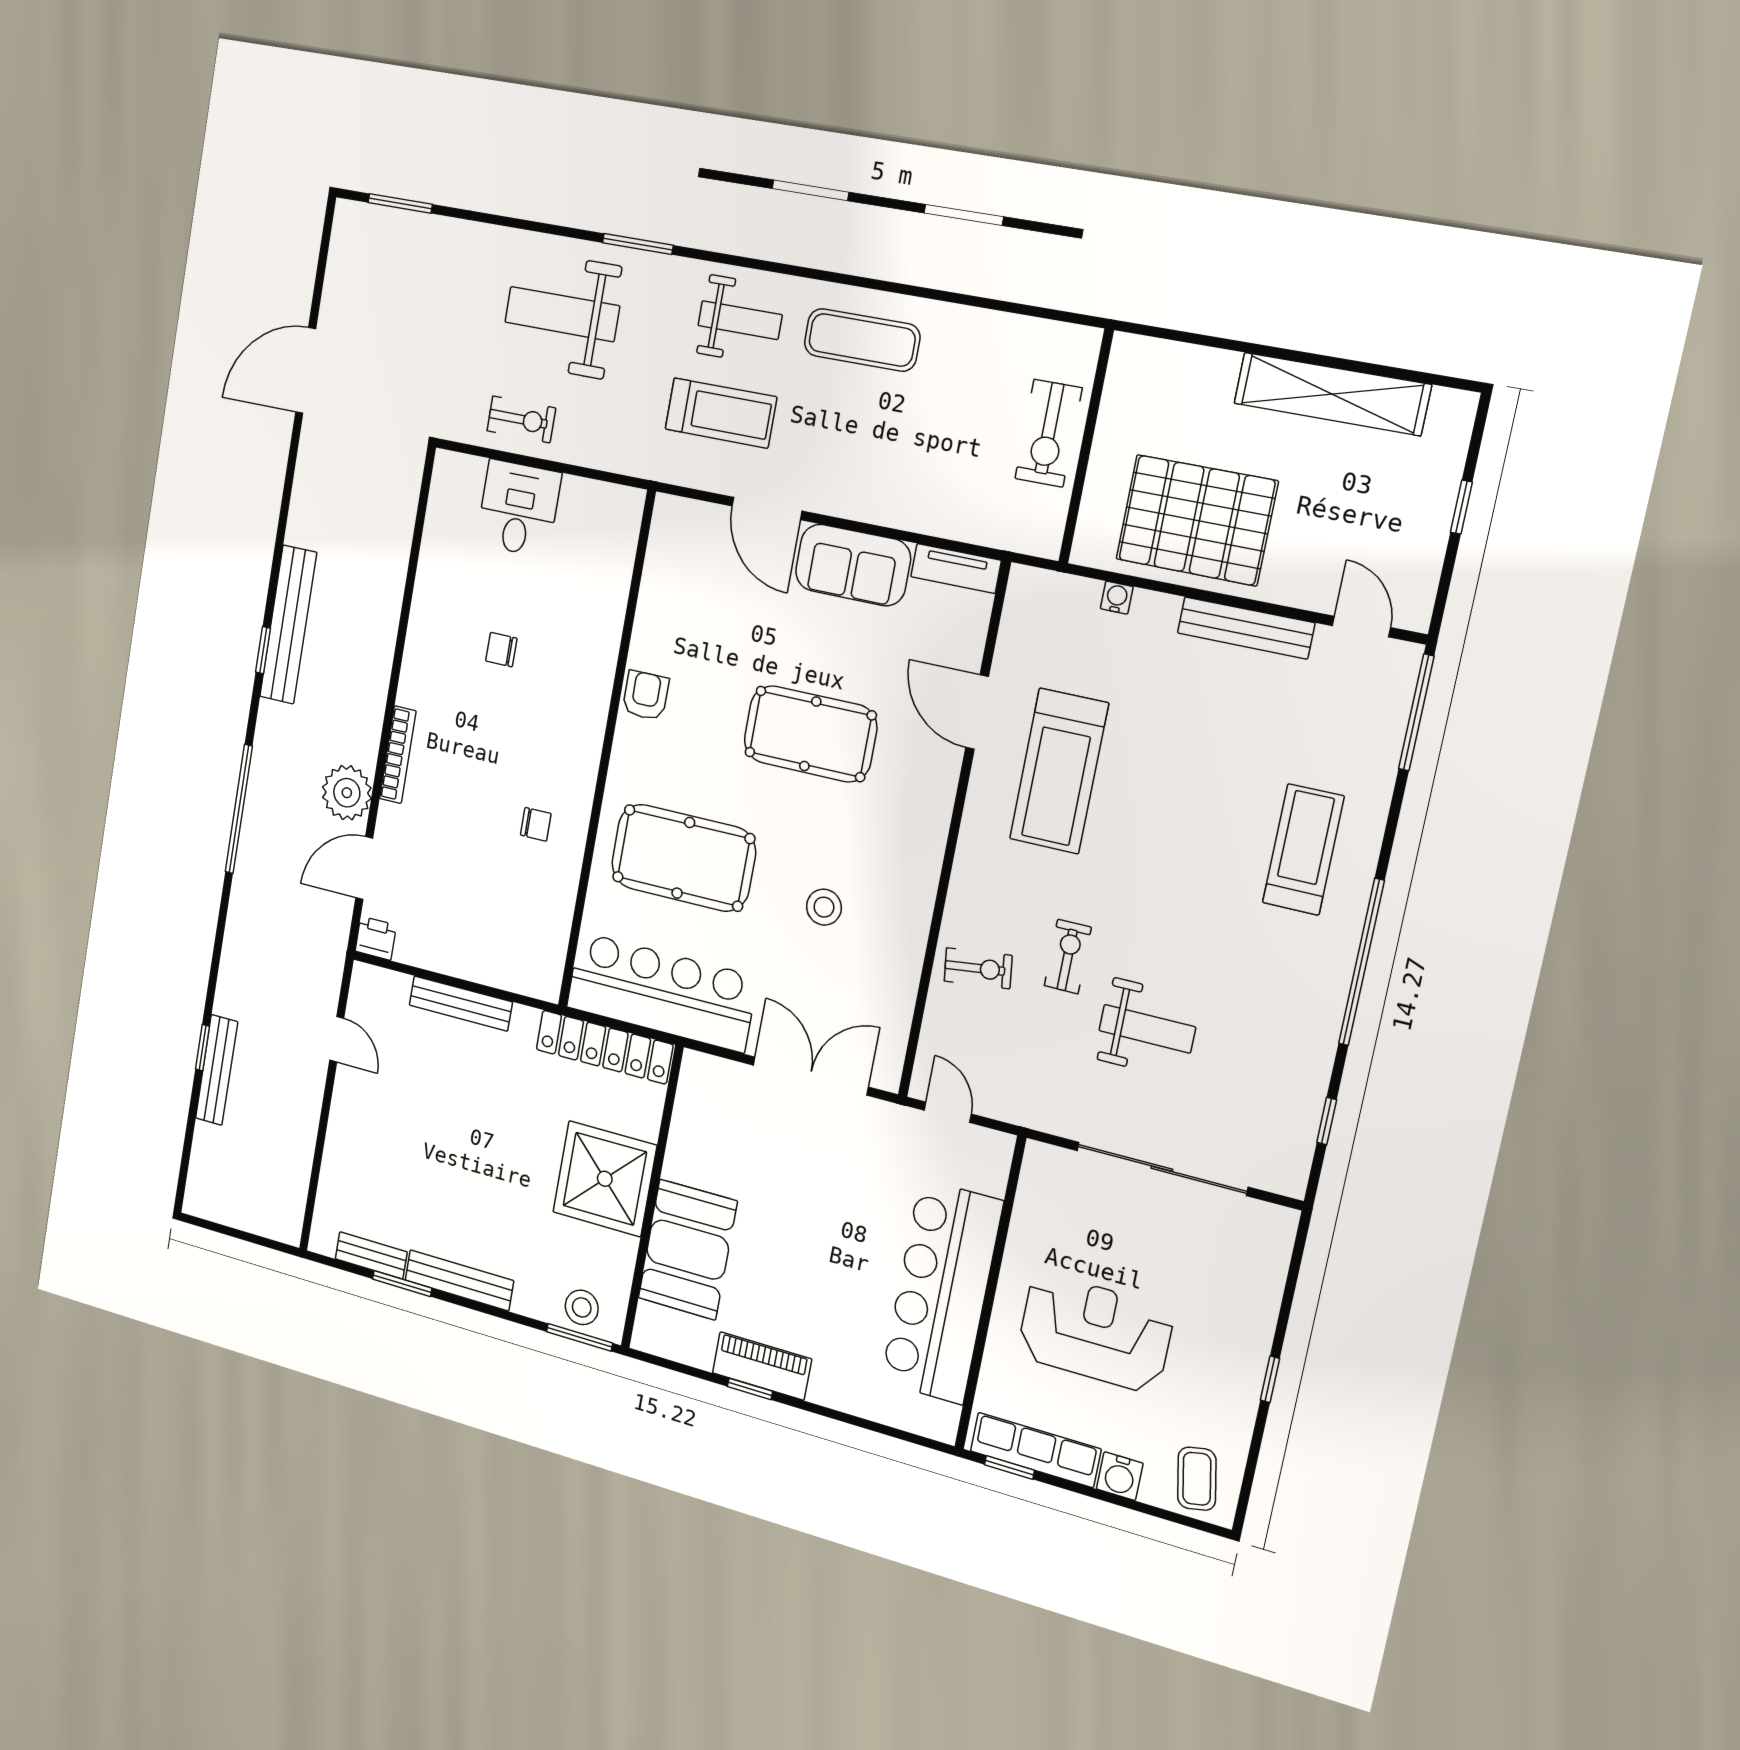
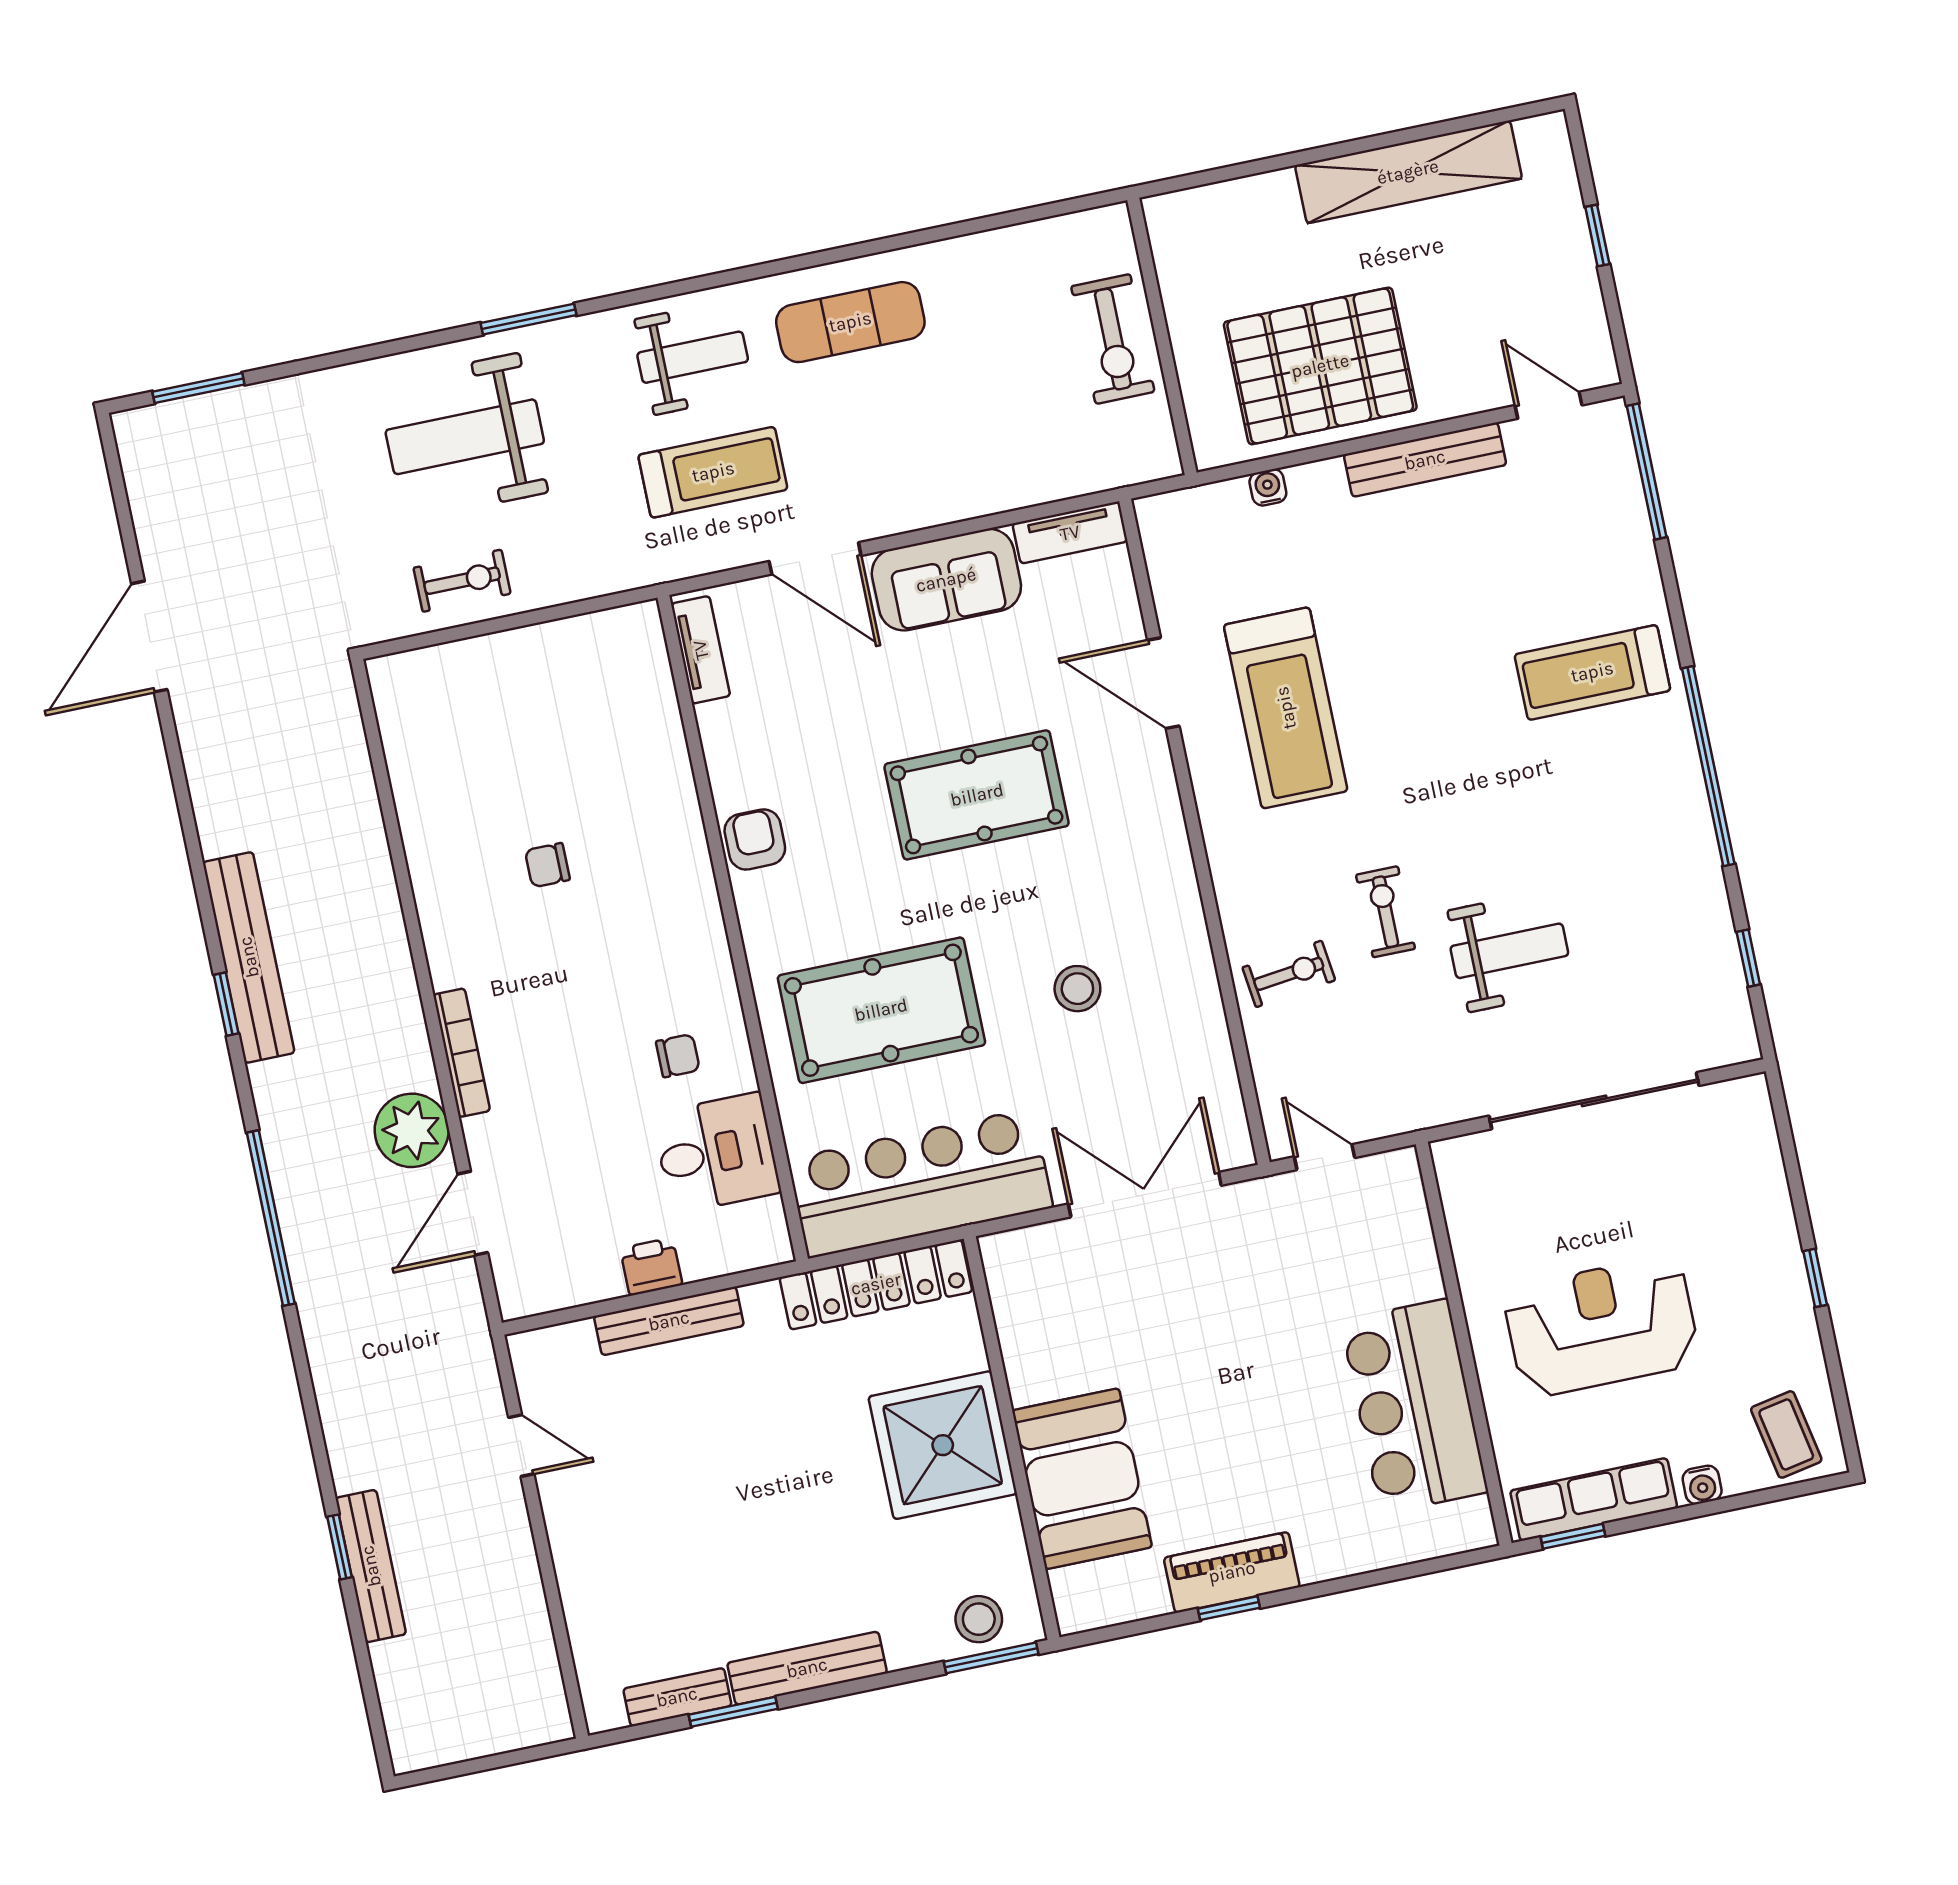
desk: (519, 508) -> (716, 1153), moved, turned 90
tv unit: (662, 541) -> (701, 650), added
treadmill: (1303, 849) -> (1592, 672), turned -90
printer: (376, 938) -> (651, 1267), moved
bar counter: (942, 1292) -> (1414, 1406), width x0.73
water cooler: (1120, 1476) -> (1702, 1485), width x0.72, depth x0.72

